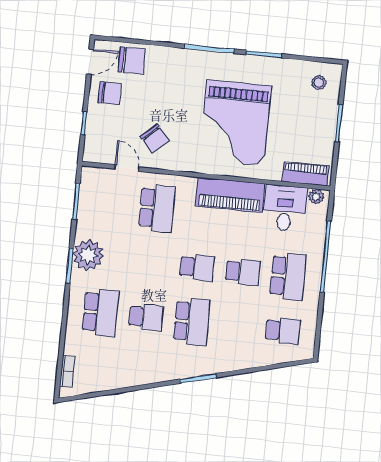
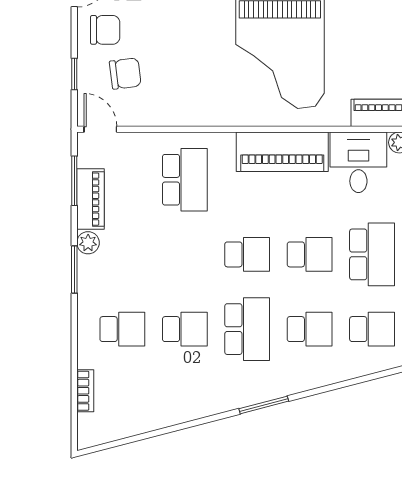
chair: (155, 138) -> (125, 74), moved, turned -54
door: (127, 168) -> (100, 129), moved
piano: (87, 215) -> (90, 199), added
plant: (88, 255) -> (88, 243), width x0.53, depth x0.53
school desk: (101, 313) -> (122, 329), width x0.54
school desk: (237, 326) -> (310, 329), added
bookcase: (67, 371) -> (85, 391), moved

